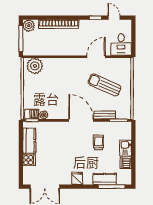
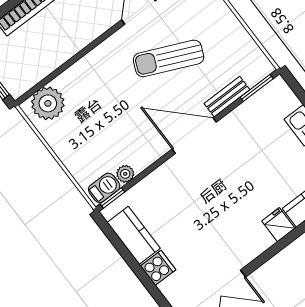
sun lounger: (105, 85) -> (169, 58), moved
trolley: (99, 143) -> (252, 150), removed
fridge: (77, 178) -> (278, 225), moved

